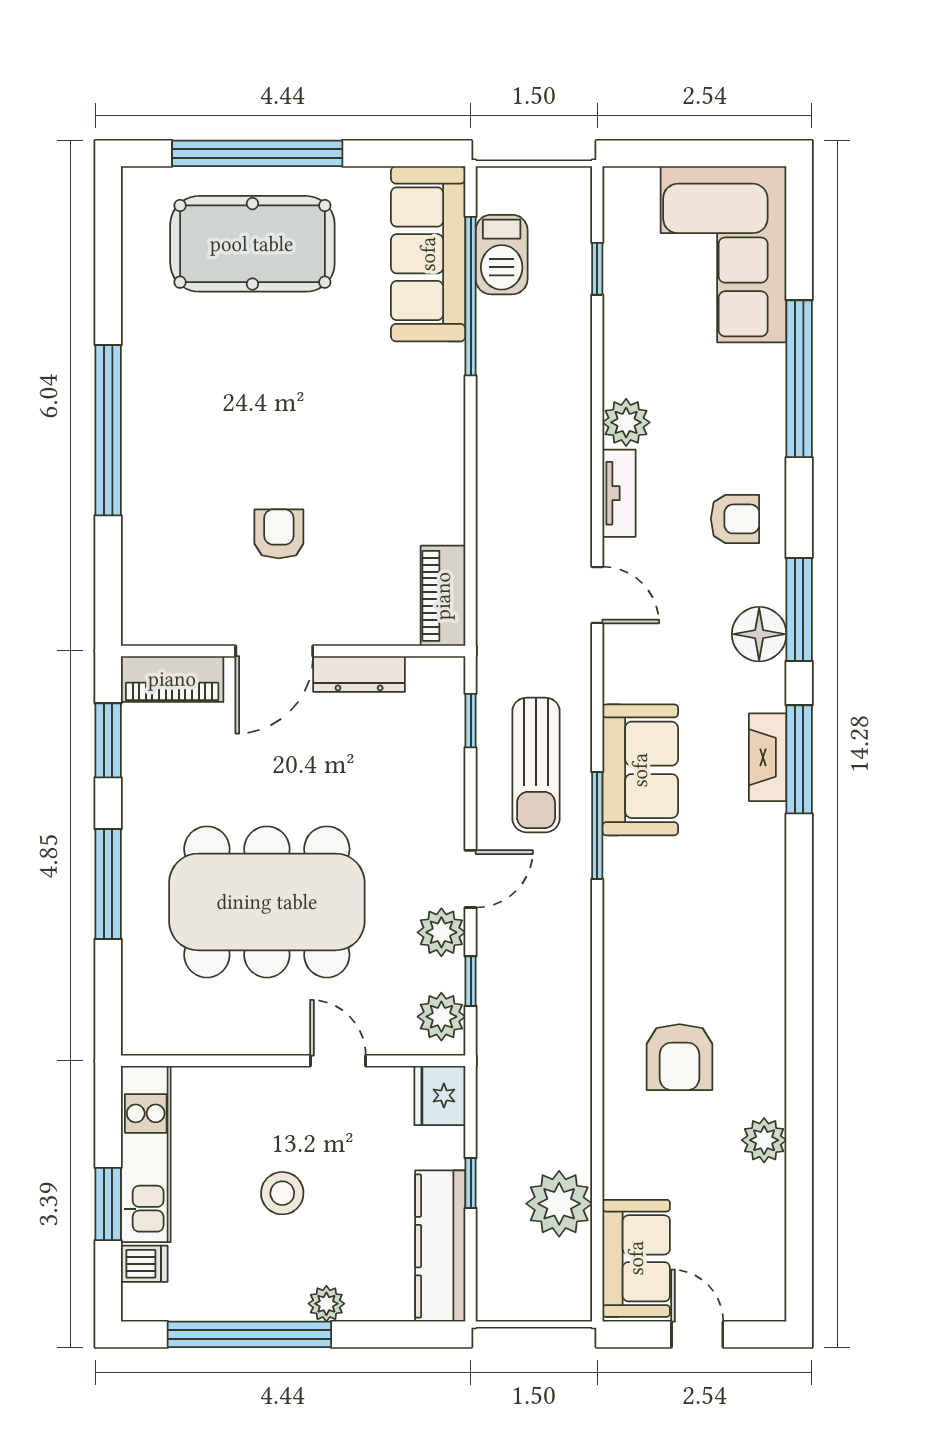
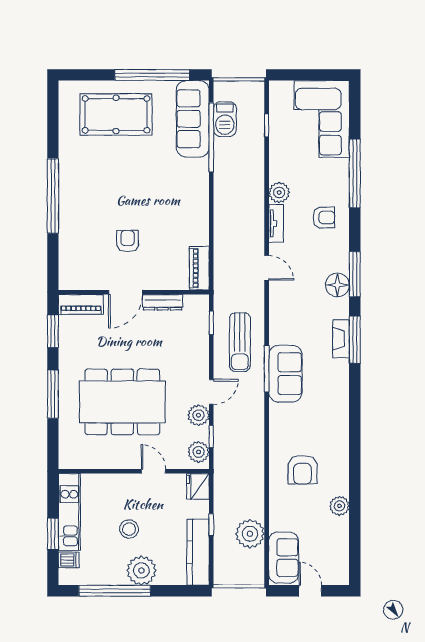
window: (257, 153) -> (152, 75), moved
armchair: (735, 519) -> (324, 217), moved
sofa: (640, 770) -> (285, 374), moved
plant: (326, 1304) -> (141, 570), width x1.87, depth x1.87

